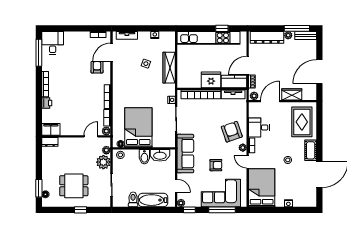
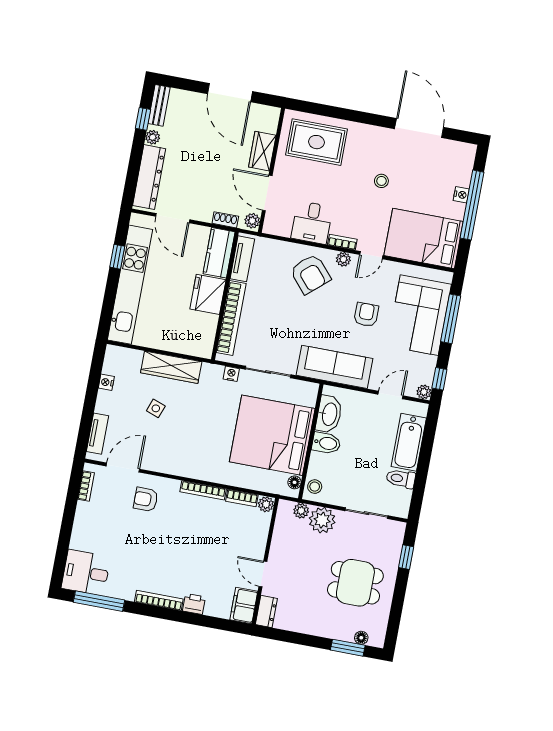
window: (297, 28) -> (143, 119), width x0.46
door: (112, 52) -> (123, 468), swing flipped
door: (248, 65) -> (173, 218), moved
bed: (138, 128) -> (272, 435), width x1.36
armchair: (232, 132) -> (310, 274), turned -112
door: (91, 136) -> (263, 574), moved
cot: (311, 150) -> (372, 136), removed
dining table: (74, 186) -> (355, 583), turned 90
window: (80, 210) -> (406, 557), moved
window: (284, 210) -> (472, 205), added

